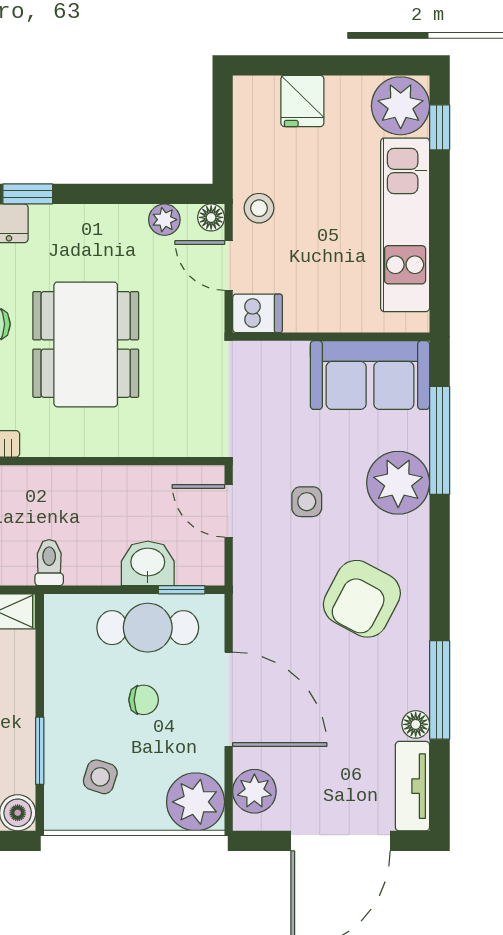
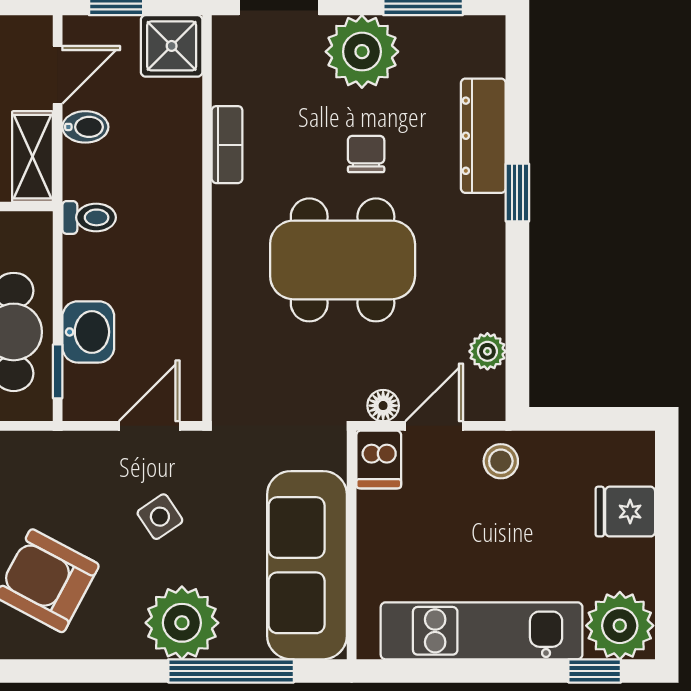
floor lamp: (211, 217) -> (383, 406), moved
sofa: (370, 375) -> (307, 565), width x1.36
side table: (307, 502) -> (160, 517), turned -34

